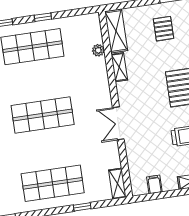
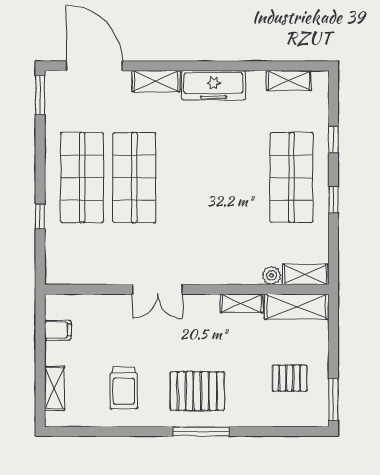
shop shelf: (43, 115) -> (134, 178), moved
double door: (118, 123) -> (157, 289), swing flipped
shelving: (117, 184) -> (305, 275), moved

